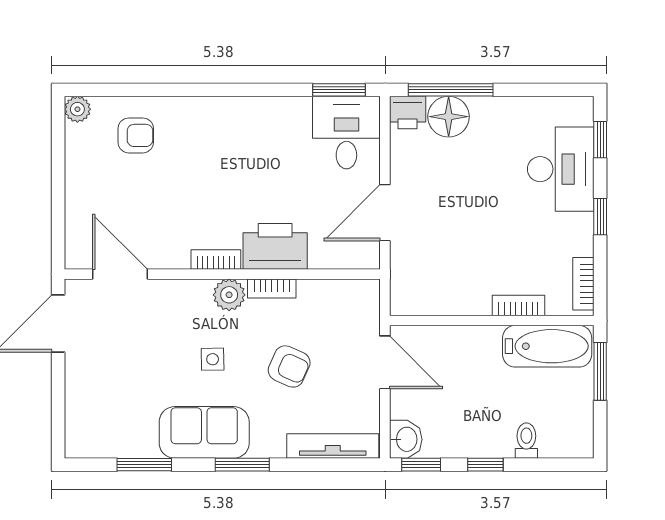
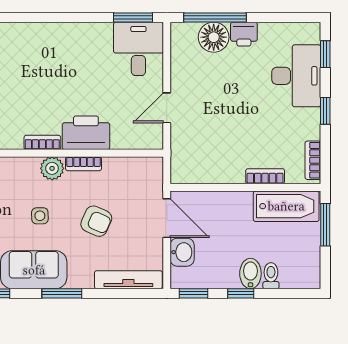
printer: (408, 112) -> (244, 34), moved
door: (385, 213) -> (167, 108), width x0.73
bidet: (499, 438) -> (250, 273), added
washbasin: (406, 439) -> (182, 252), moved

